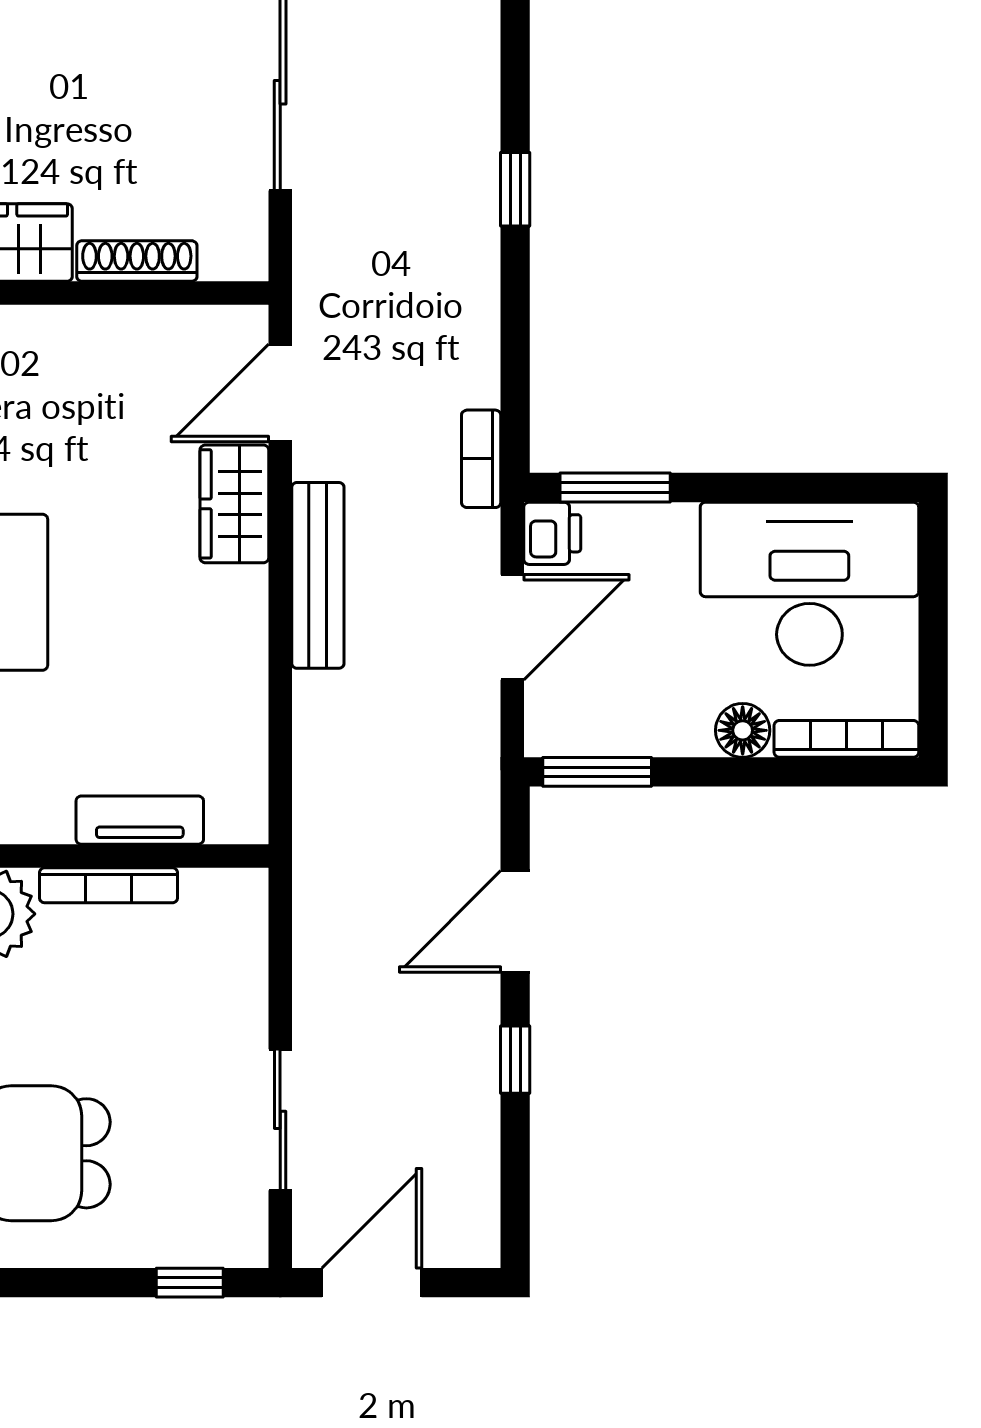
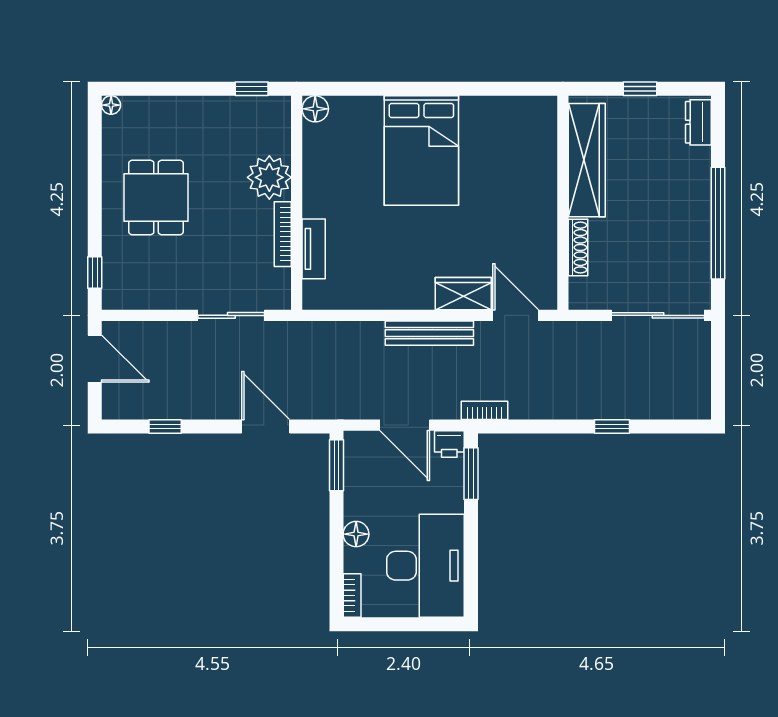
bookcase: (846, 739) -> (352, 595), width x0.64
window: (515, 1060) -> (165, 426), moved
sliding door: (280, 1120) -> (231, 315), moved

